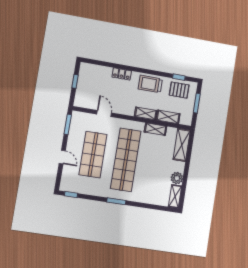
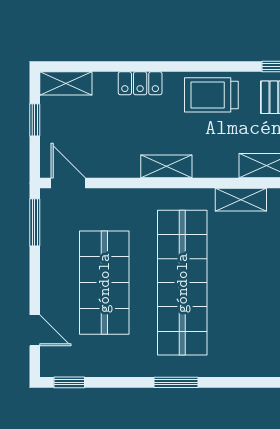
shelving: (91, 69) -> (66, 83), added
door: (104, 113) -> (68, 183), moved
shelving: (146, 113) -> (166, 166), moved
door: (62, 157) -> (35, 330), moved

